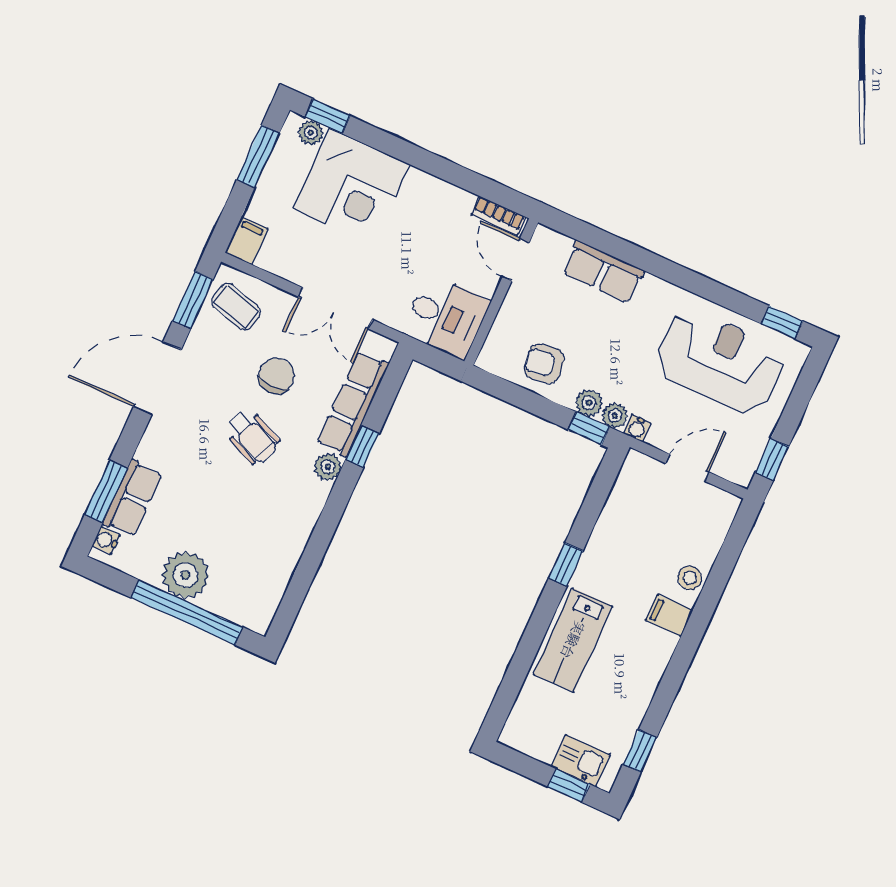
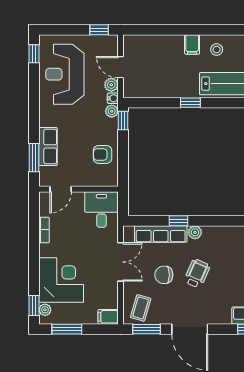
bookcase: (498, 216) -> (44, 230), moved
window: (595, 237) -> (34, 158), added
armchair: (544, 364) -> (103, 154), turned 97
plant: (589, 403) -> (111, 85), moved
stool: (690, 578) -> (217, 50), moved

